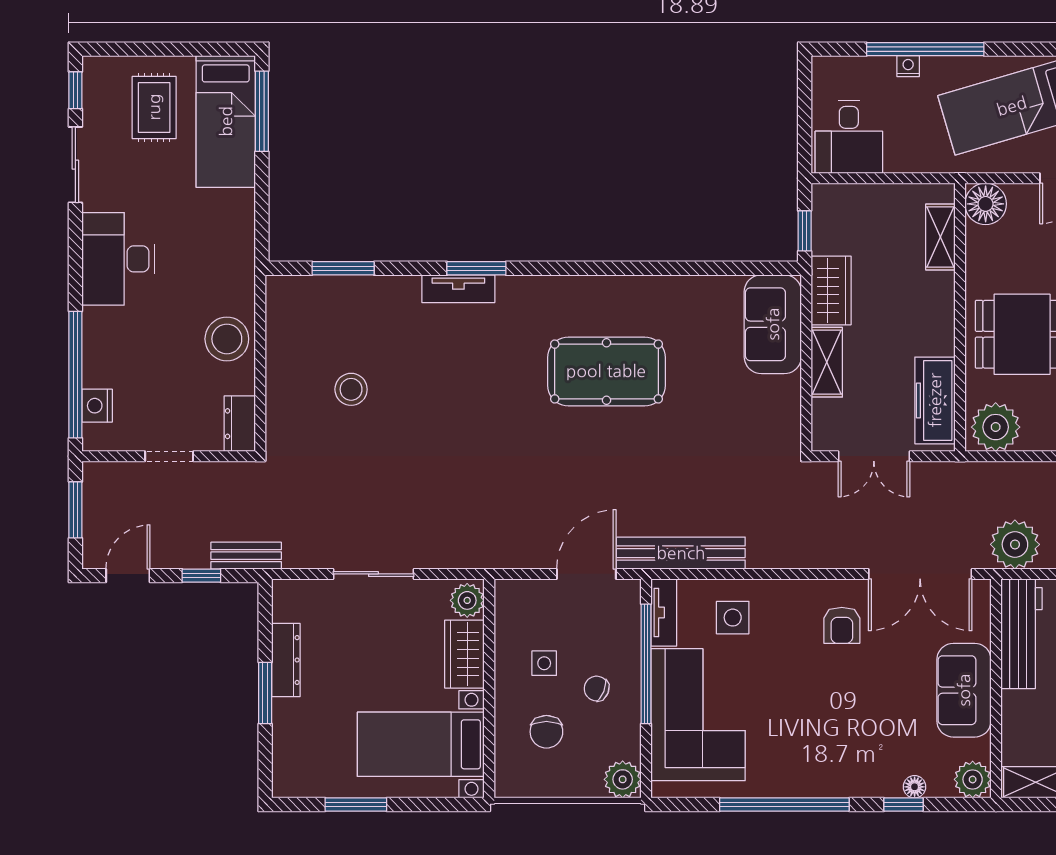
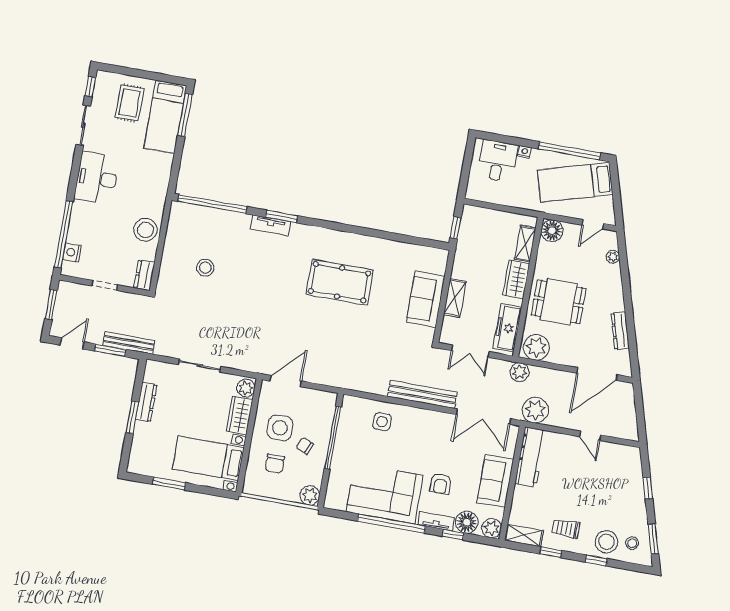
window: (925, 49) -> (569, 151), moved
desk: (849, 137) -> (498, 161), moved, turned 180
window: (343, 268) -> (213, 204), width x2.11
wardrobe: (831, 290) -> (516, 279), moved, turned 180
sofa: (773, 324) -> (426, 299), moved
plant: (973, 479) -> (520, 372), added
bench: (681, 553) -> (422, 394), moved
bench: (246, 556) -> (129, 343), width x1.36
door: (586, 574) -> (286, 381), moved
window: (201, 576) -> (110, 350), width x1.50
tv unit: (664, 612) -> (436, 521), moved, turned -90
armchair: (842, 625) -> (441, 484), moved
side table: (544, 663) -> (280, 428), width x1.87, depth x1.87
corner sofa: (698, 715) -> (385, 494), moved, turned -90
floor lamp: (915, 787) -> (467, 522), width x1.89, depth x1.89

